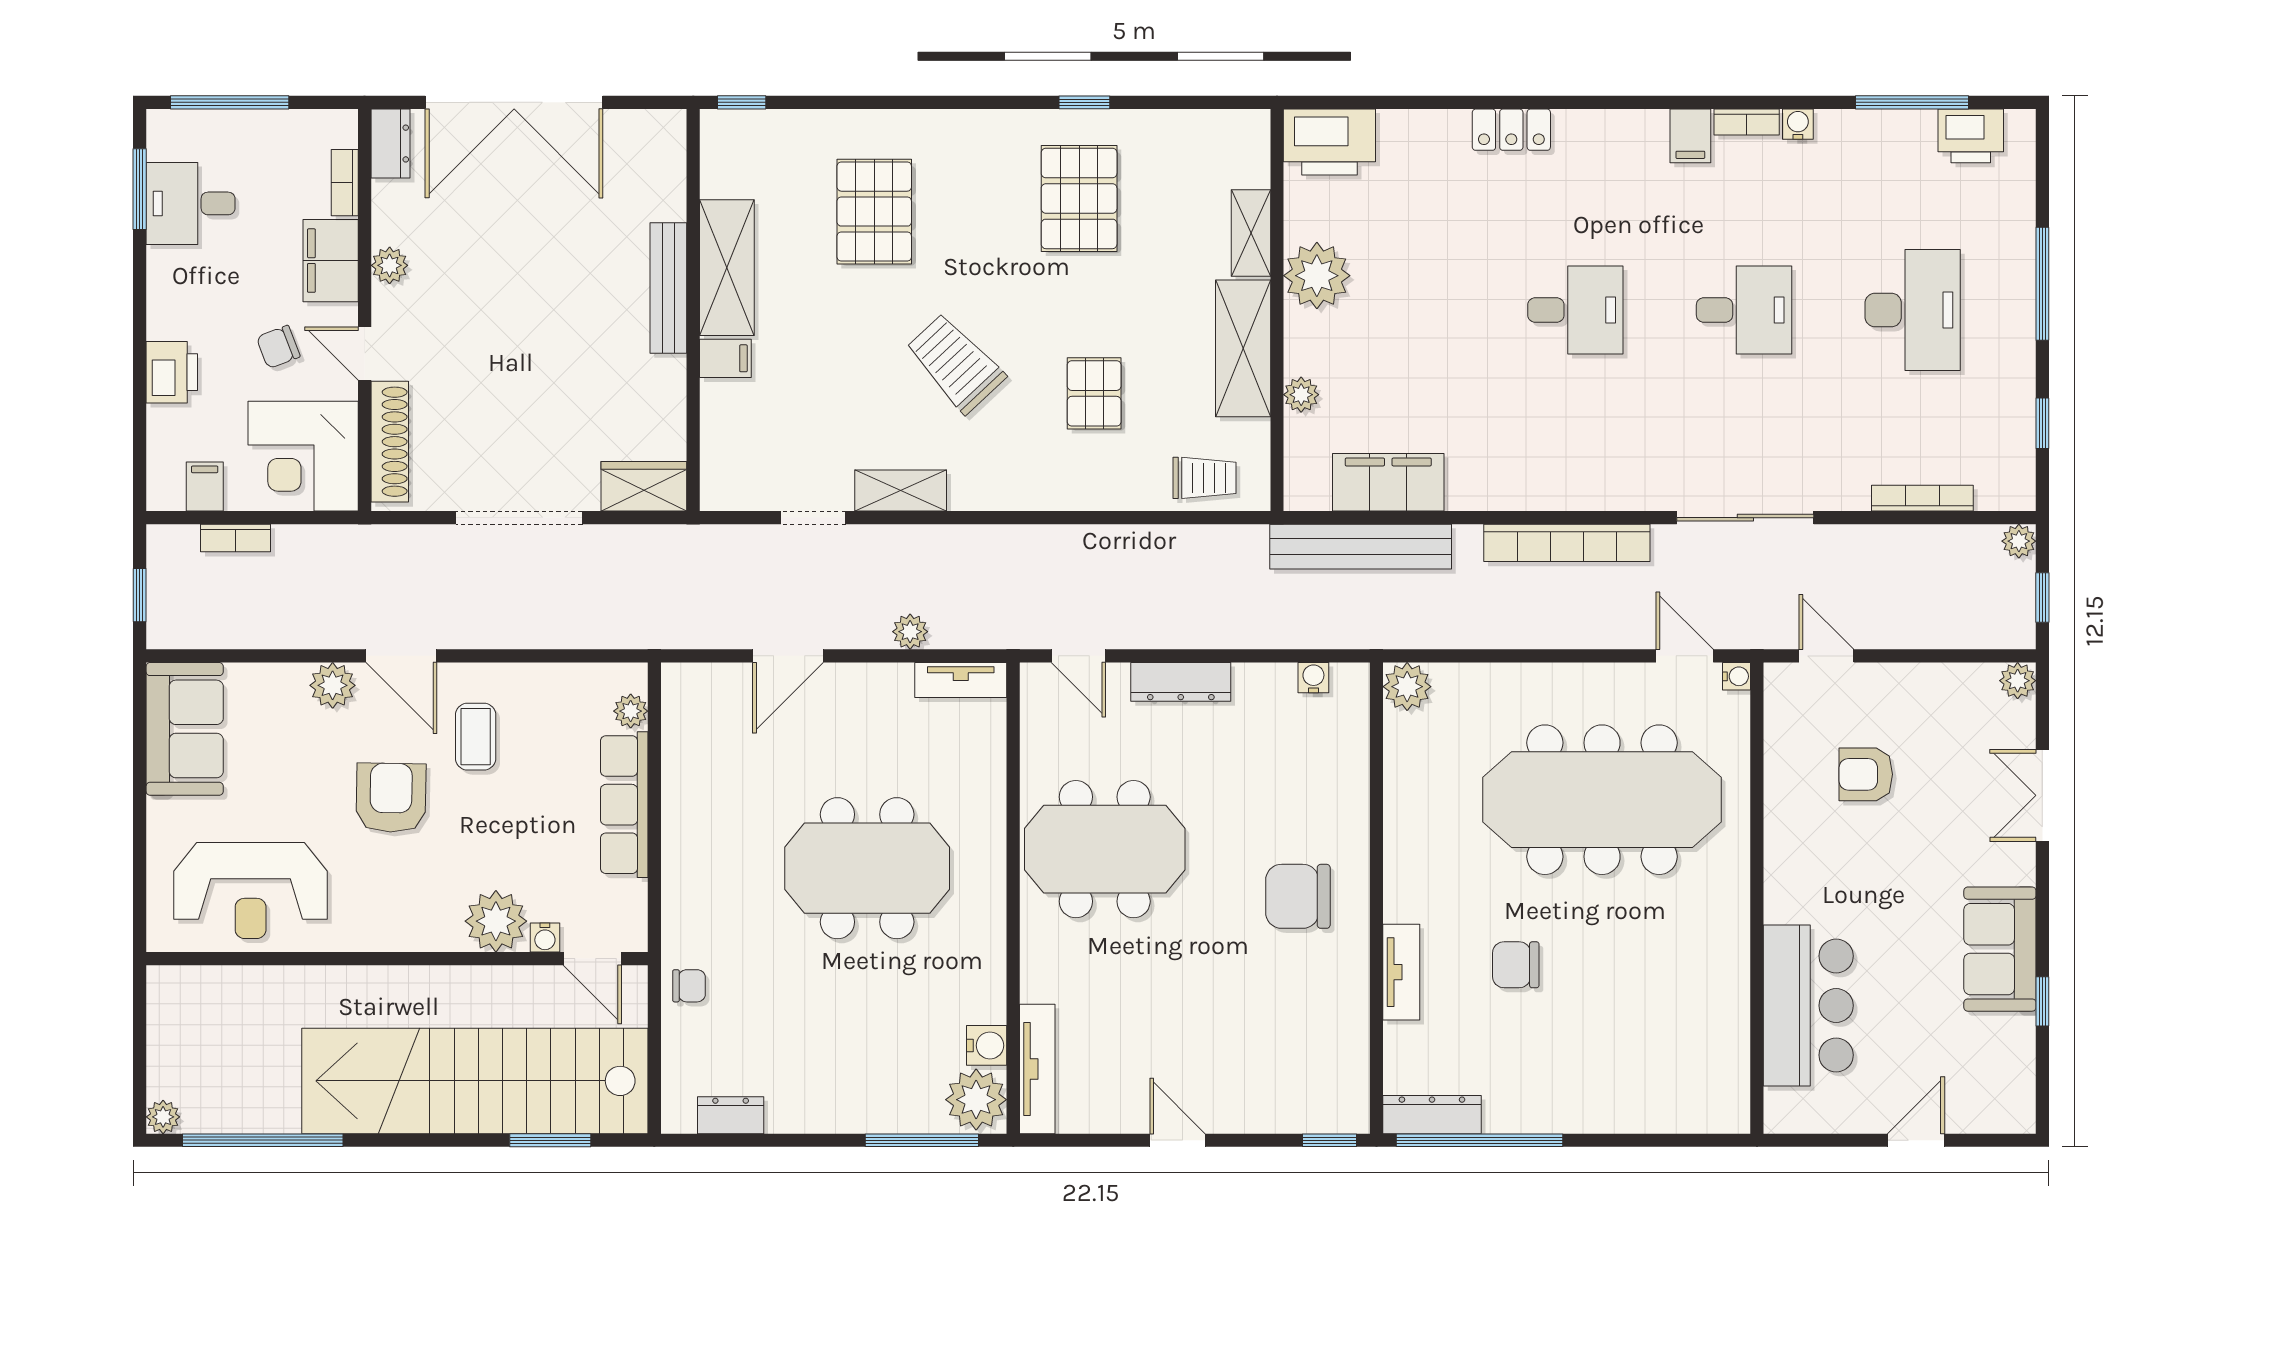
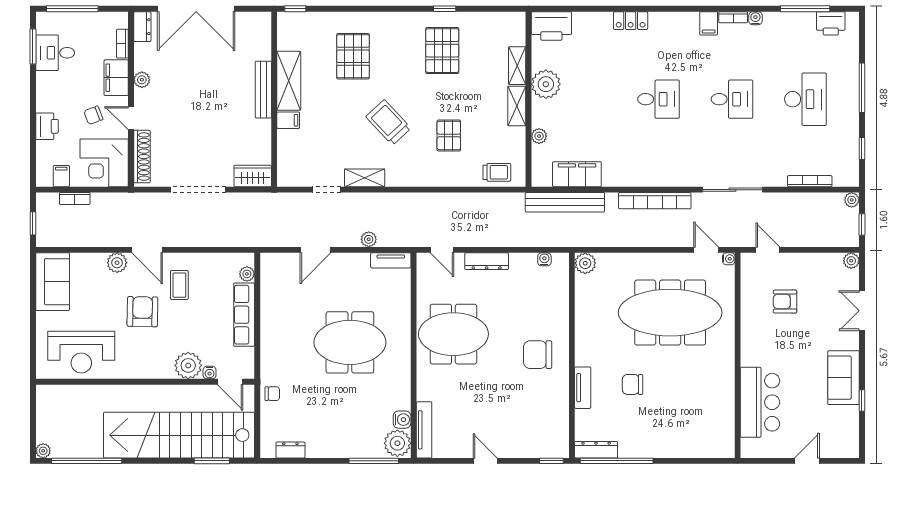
shelving: (1243, 348) -> (517, 106), width x0.67, depth x0.75

